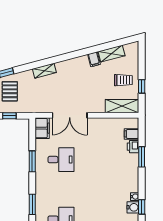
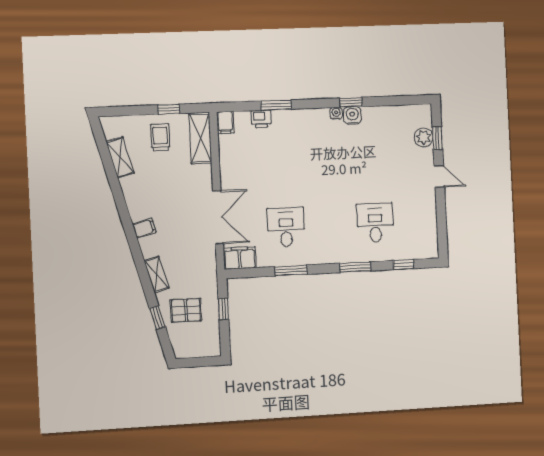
filing cabinet: (94, 59) -> (144, 228), moved
shelving: (44, 71) -> (156, 274), moved
filing cabinet: (132, 134) -> (225, 122), moved

